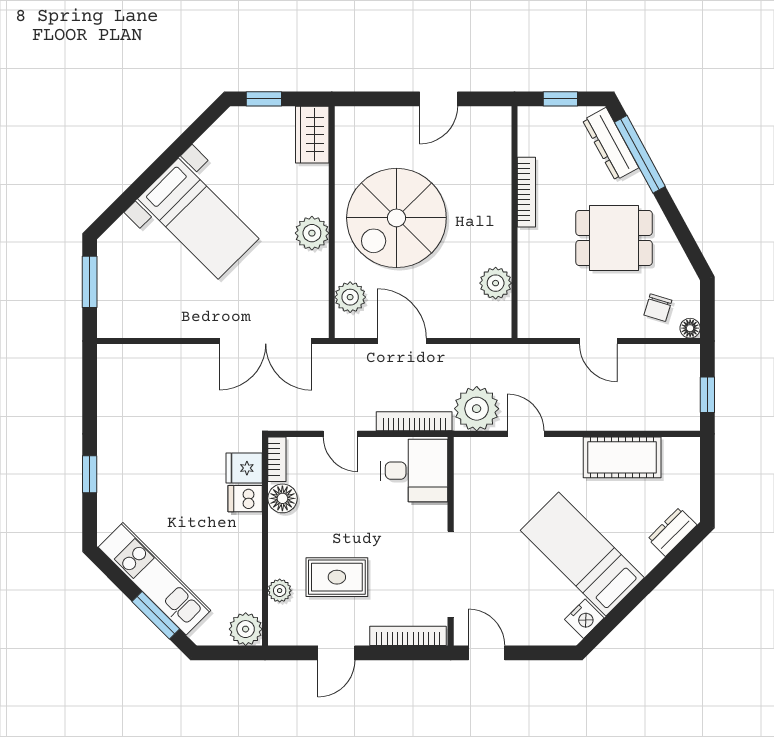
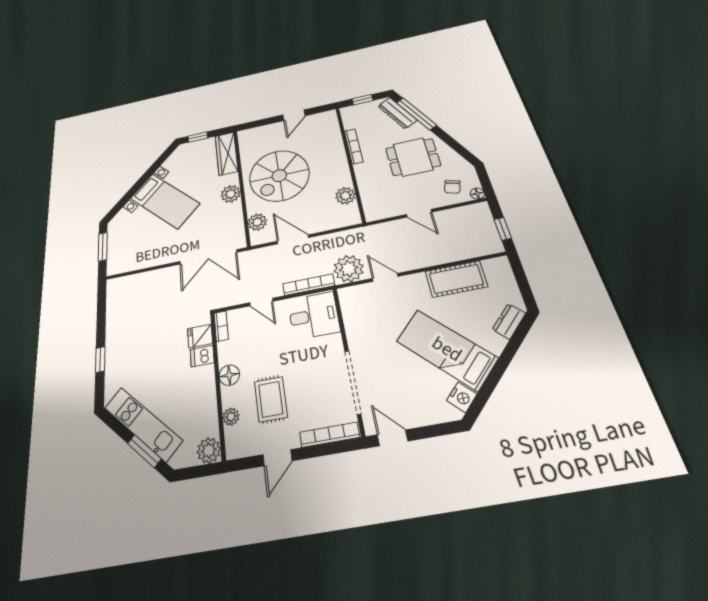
wardrobe: (312, 135) -> (227, 154), width x1.50
floor lamp: (282, 498) -> (229, 375), moved
rug: (337, 577) -> (271, 399), turned 90

